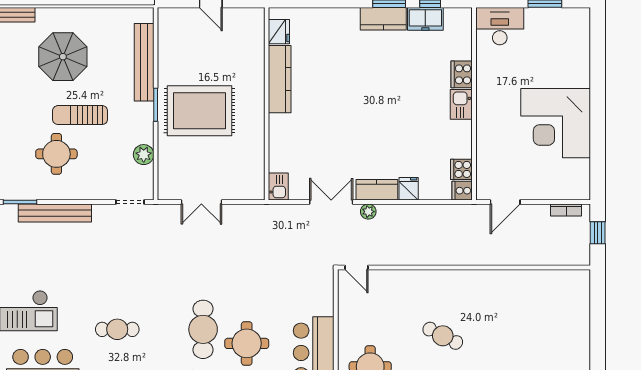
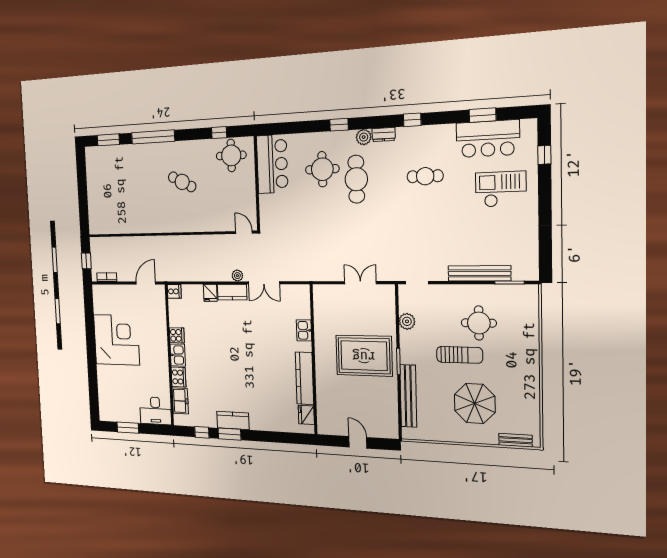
freezer: (425, 19) -> (180, 401), moved, turned 90
cooker: (461, 169) -> (177, 335), moved
kitchen sink: (278, 187) -> (304, 330), moved

